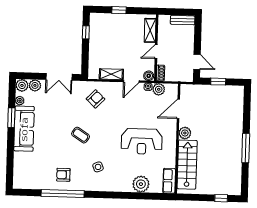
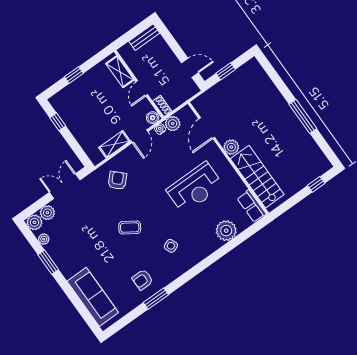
double door: (59, 77) -> (65, 186), swing flipped
sofa: (24, 129) -> (93, 297), moved
window: (63, 193) -> (156, 299), width x0.47

